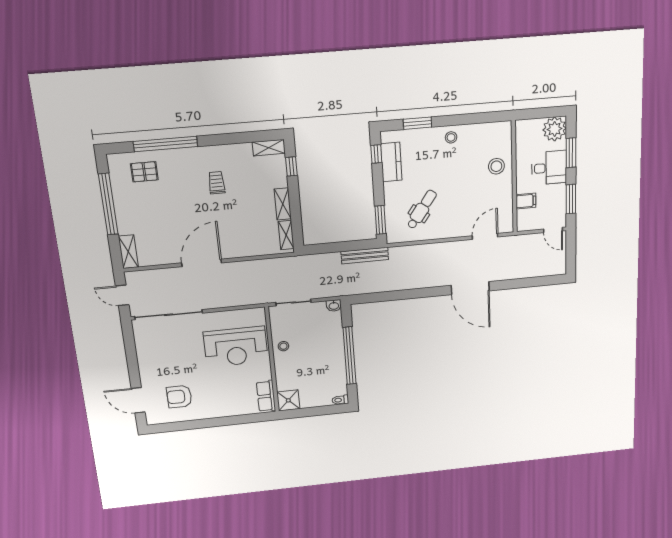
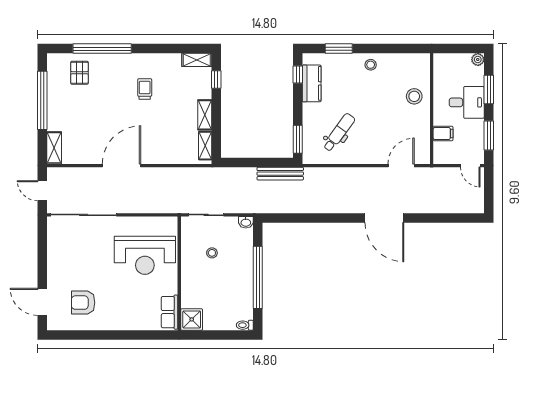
plant: (555, 129) -> (478, 60), width x0.53, depth x0.53
pallet: (144, 172) -> (79, 73), turned 90
stool: (283, 346) -> (212, 253), moved

